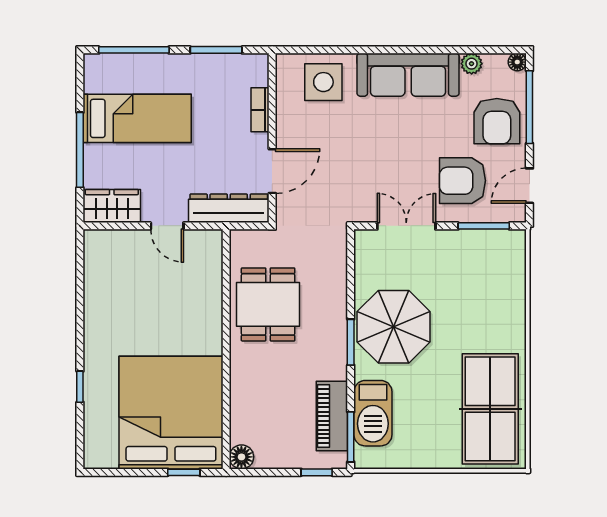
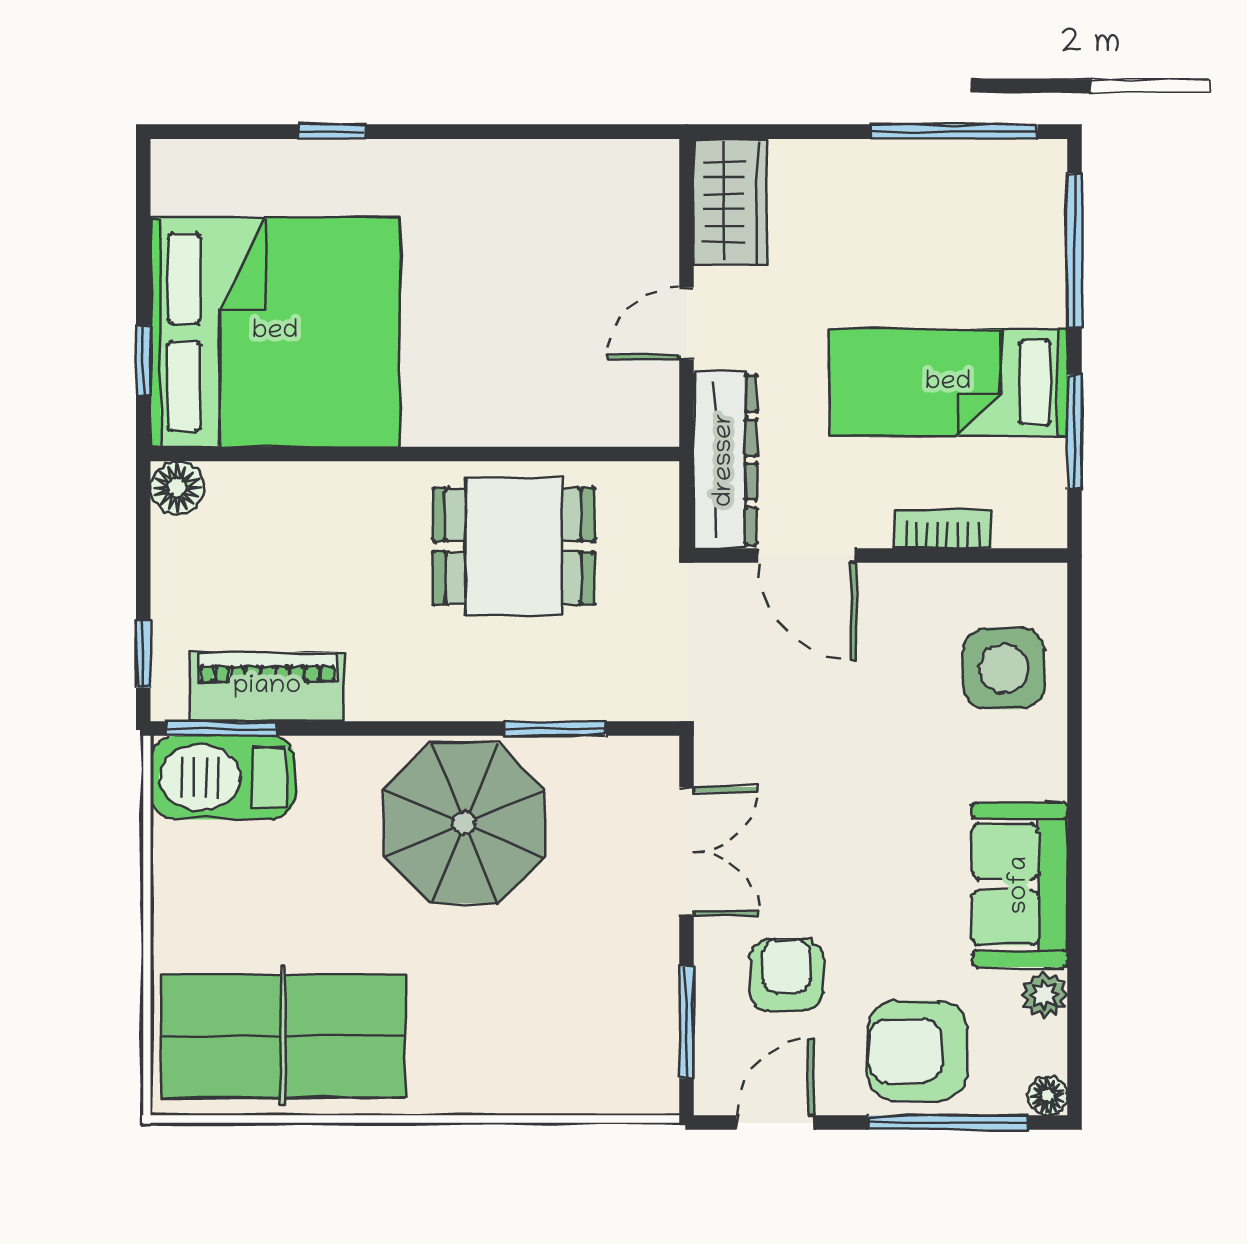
sofa: (408, 75) -> (1020, 885), width x0.73
bed: (137, 118) -> (948, 383), moved, turned 90
window: (80, 150) -> (955, 132), moved
armchair: (463, 181) -> (786, 975), width x0.72, depth x0.72
door: (529, 186) -> (775, 1123), hinge flipped
window: (351, 342) -> (555, 729), moved
barbecue: (373, 413) -> (223, 778), moved

